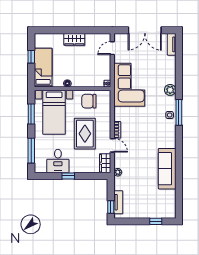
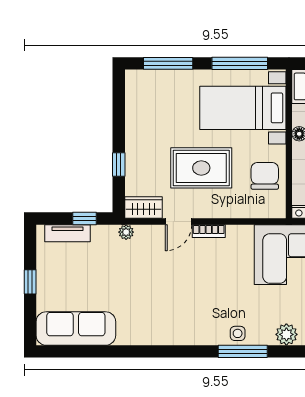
window: (31, 114) -> (240, 63), width x1.44
desk: (58, 161) -> (148, 115), removed
sofa: (167, 169) -> (76, 329), moved
window: (68, 176) -> (119, 165), moved
window: (111, 207) -> (85, 218), moved
window: (156, 221) -> (30, 282), moved

